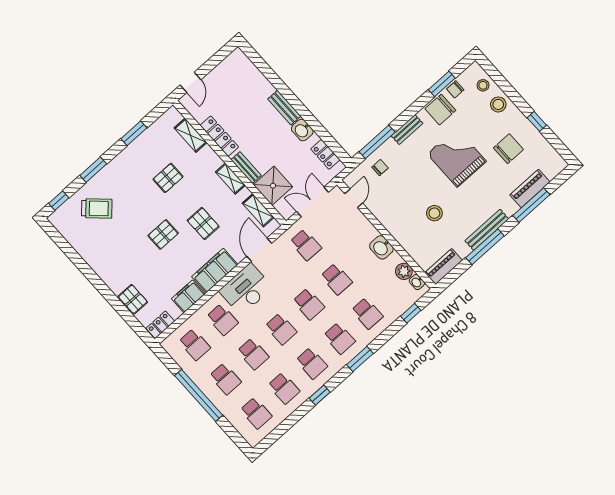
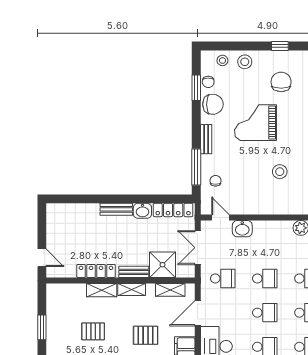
chair: (440, 110) -> (213, 104), turned -90
shelving: (190, 135) -> (102, 290), moved
locker: (325, 154) -> (173, 210), width x1.53
pallet: (168, 178) -> (93, 331), turned 90
washbasin: (381, 247) -> (242, 229), moved
door: (259, 250) -> (198, 313), hinge flipped

